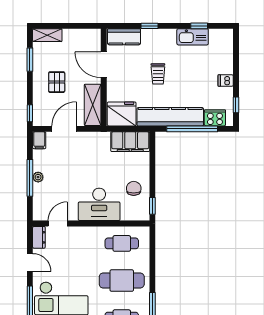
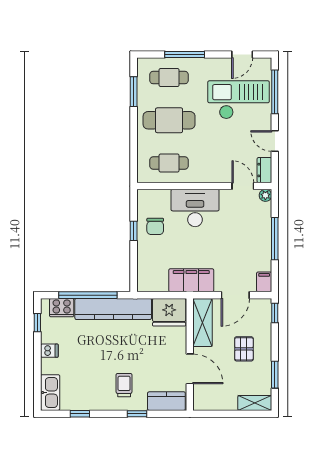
kitchen sink: (193, 37) -> (50, 393), moved, turned 90
trolley: (158, 74) -> (124, 385), moved
filing cabinet: (130, 142) -> (191, 280), moved
plant: (38, 177) -> (265, 195), moved
window: (152, 206) -> (134, 231), moved
door: (58, 223) -> (243, 186), swing flipped

